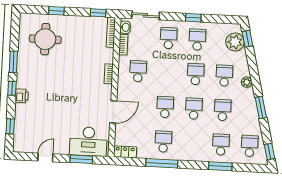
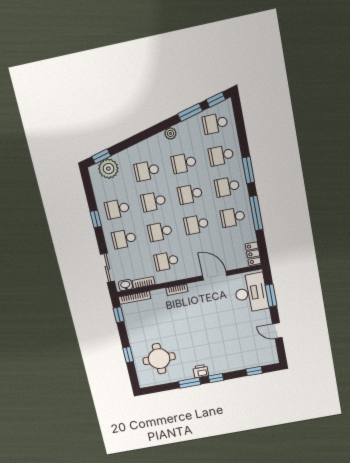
school desk: (167, 73) -> (160, 232), added
plant: (247, 82) -> (170, 133), moved
printer: (22, 96) -> (201, 371), moved
window: (261, 107) -> (190, 112), moved
school desk: (192, 143) -> (227, 187), added
window: (220, 166) -> (248, 170), moved

